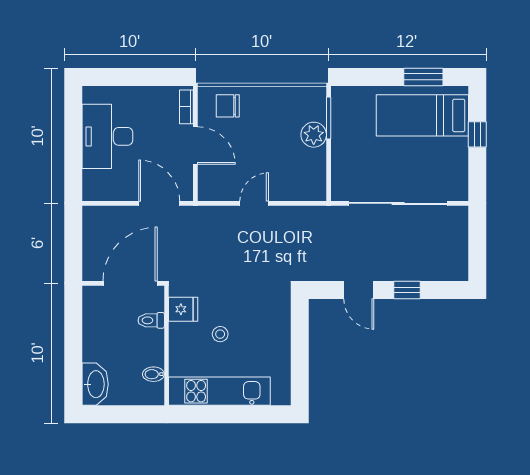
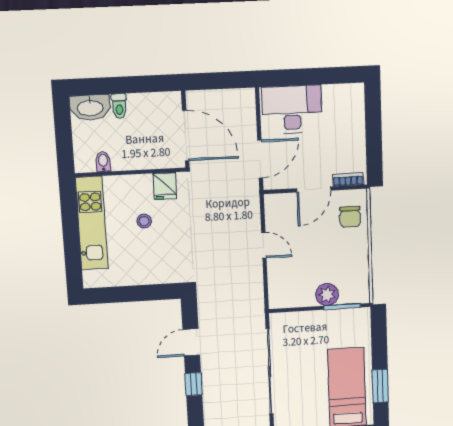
chair: (228, 106) -> (350, 217), turned 180
desk: (107, 136) -> (292, 109), moved
toilet: (151, 320) -> (119, 106), moved, turned 180

